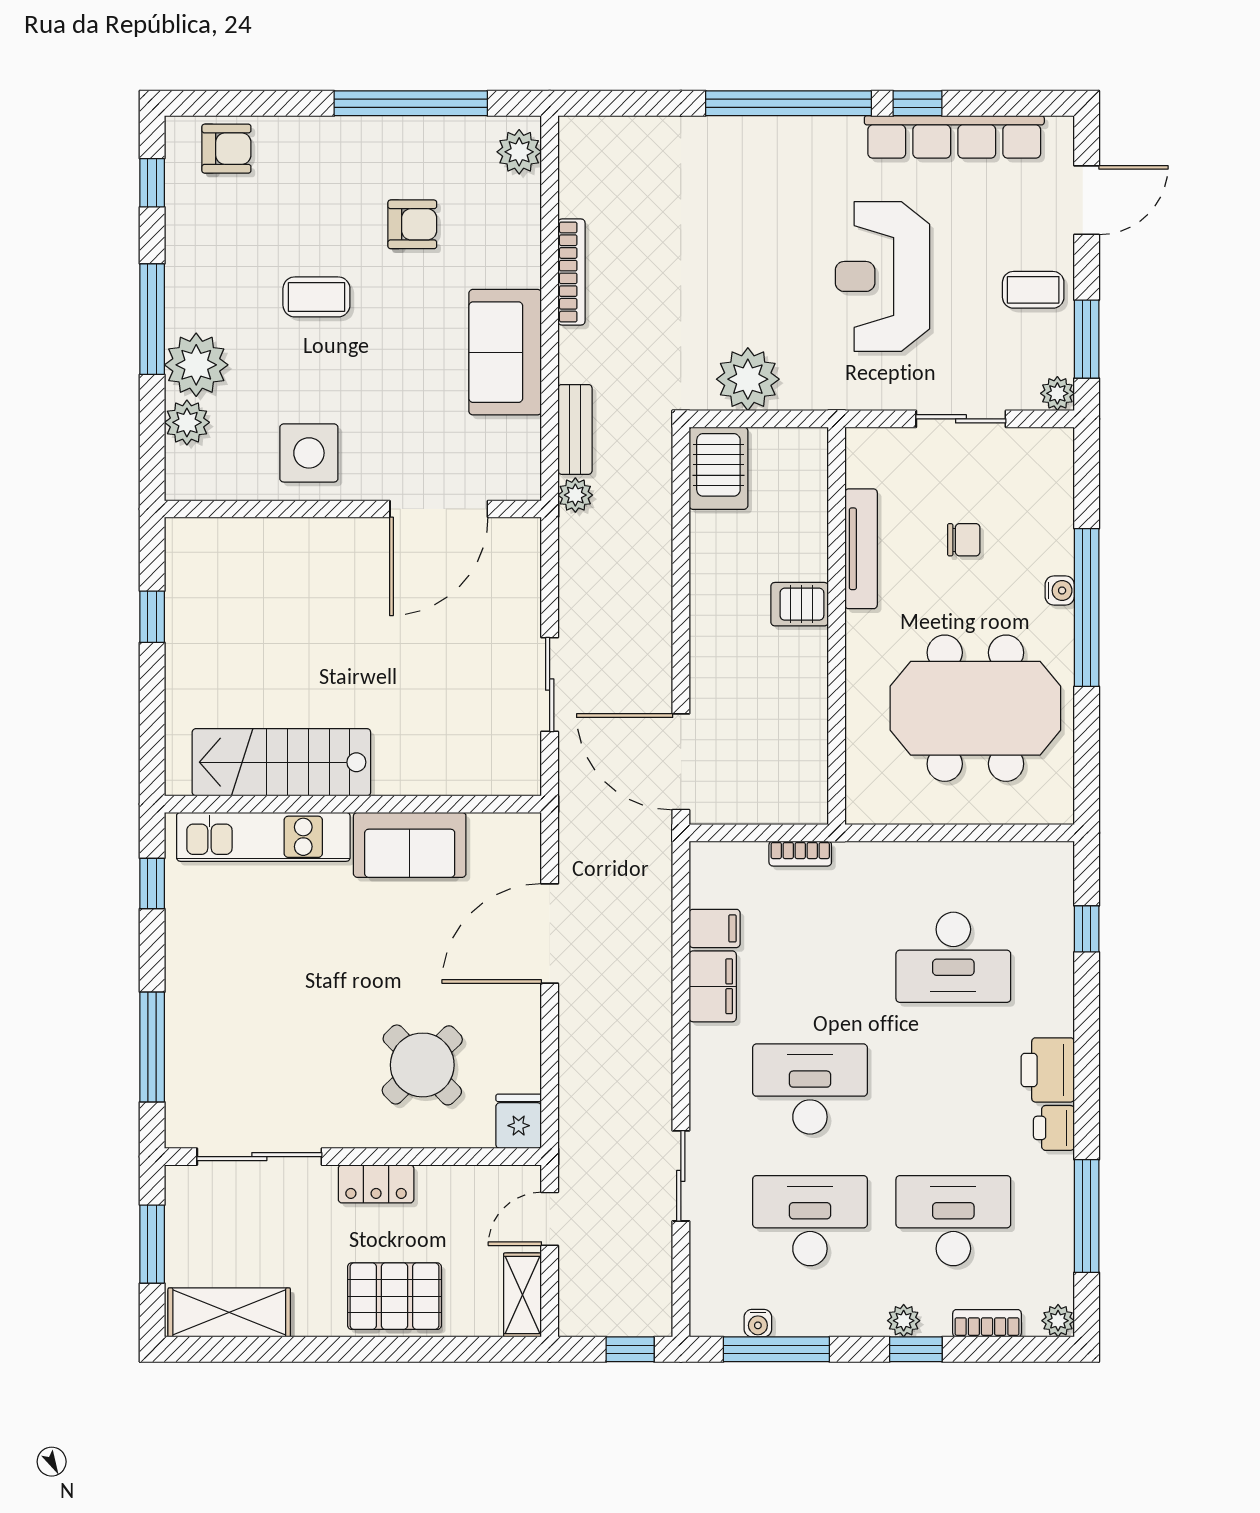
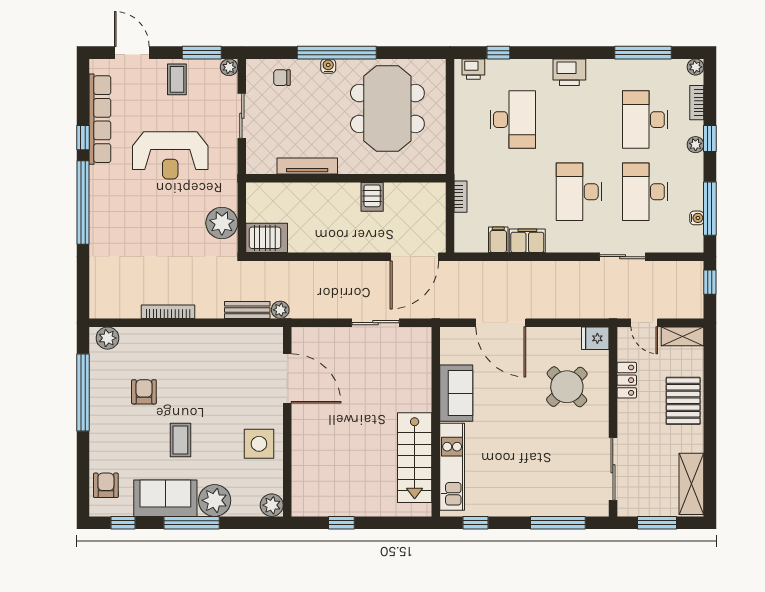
sofa: (505, 352) -> (165, 498), moved, turned 180
plant: (187, 422) -> (272, 505), moved
chair: (964, 540) -> (282, 78), moved, turned -90
server rack: (800, 604) -> (372, 197), moved
printer: (1054, 1128) -> (473, 69), moved
locker: (376, 1184) -> (627, 380), moved

